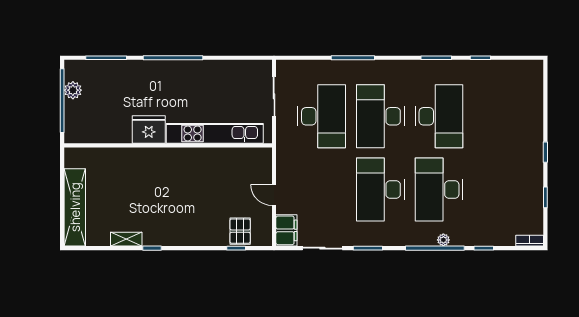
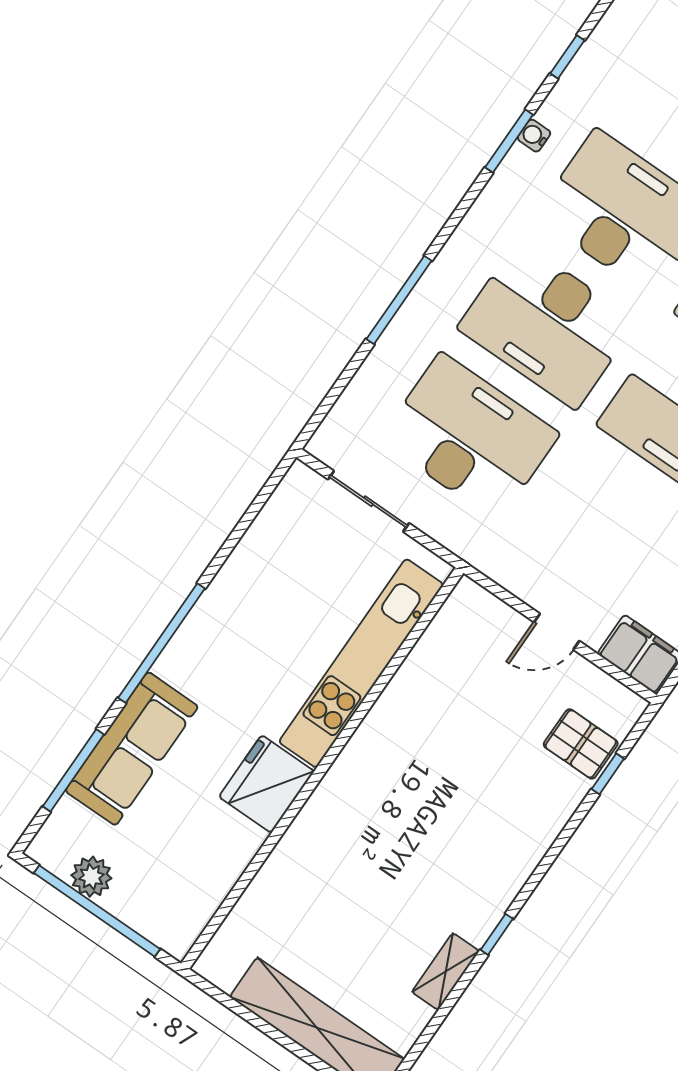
water cooler: (444, 65) -> (534, 136), added
sofa: (128, 73) -> (132, 749), added

